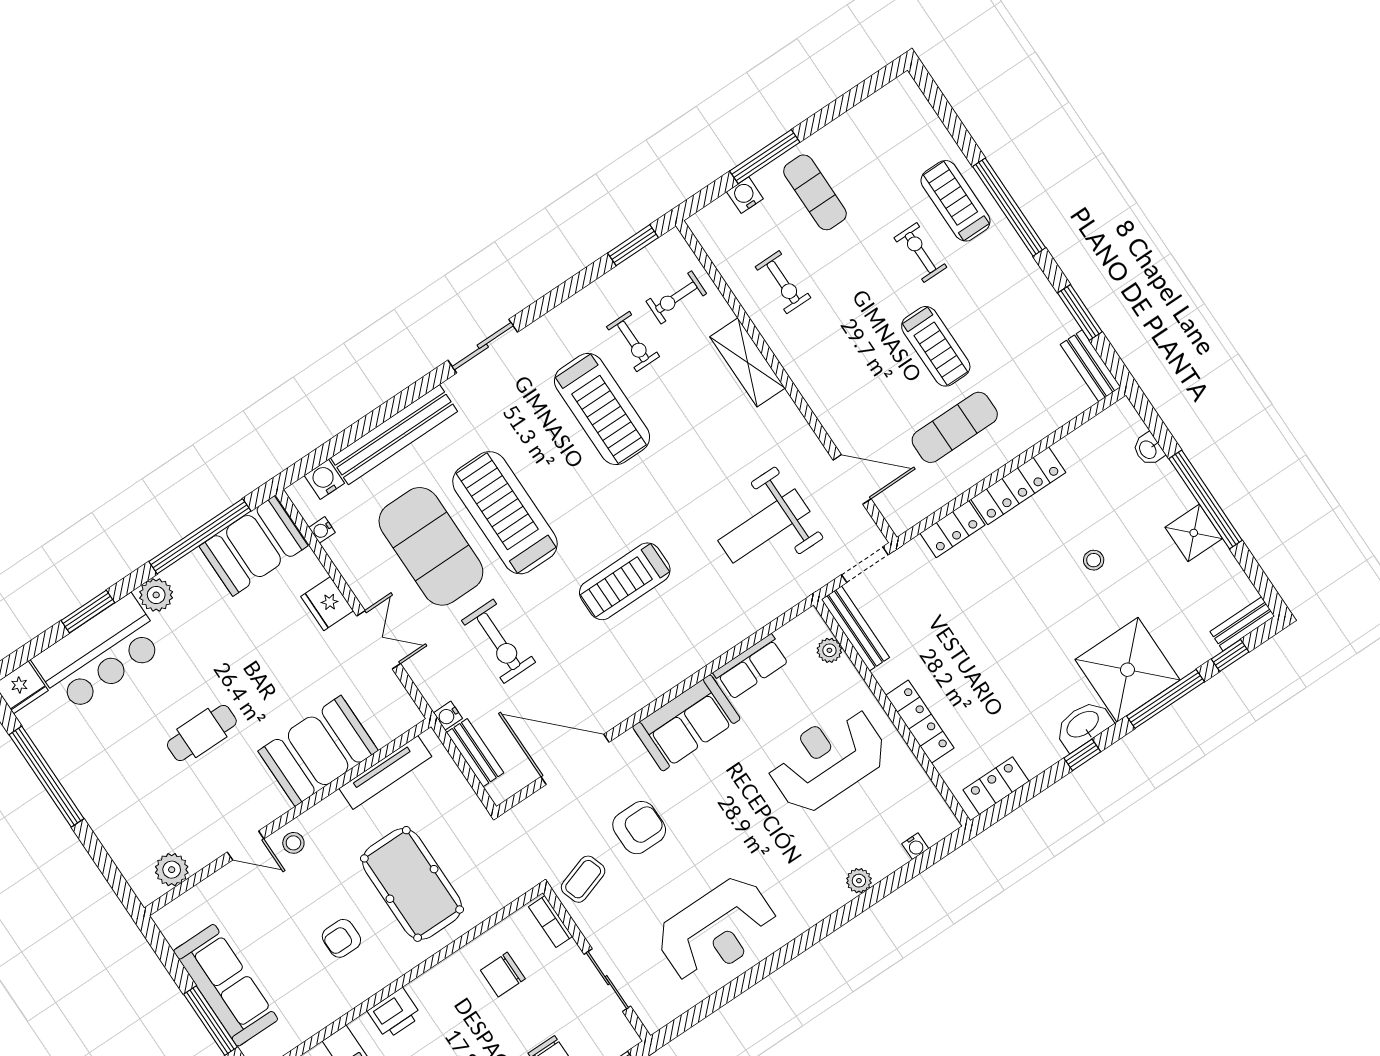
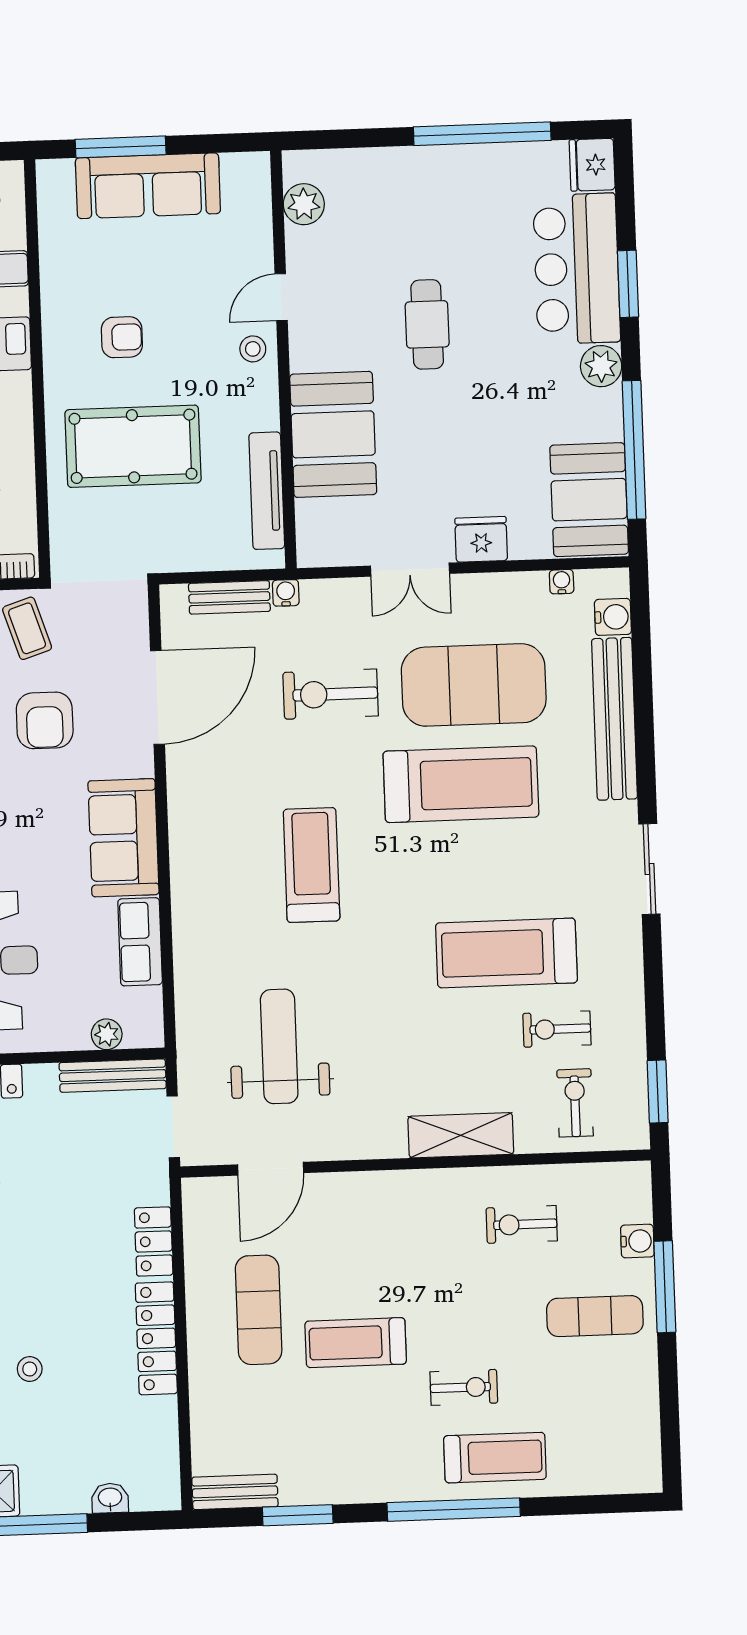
armchair: (341, 938) -> (122, 337), turned 90

